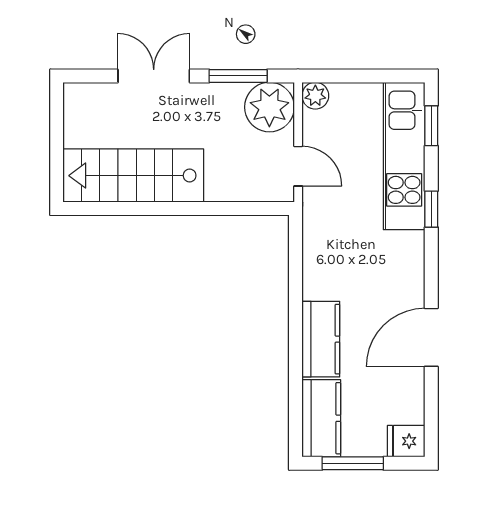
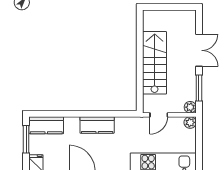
plant: (269, 107) -> (190, 107), width x0.53, depth x0.53
stairs: (133, 176) -> (155, 63), moved
kitchen counter: (321, 339) -> (97, 125), moved

